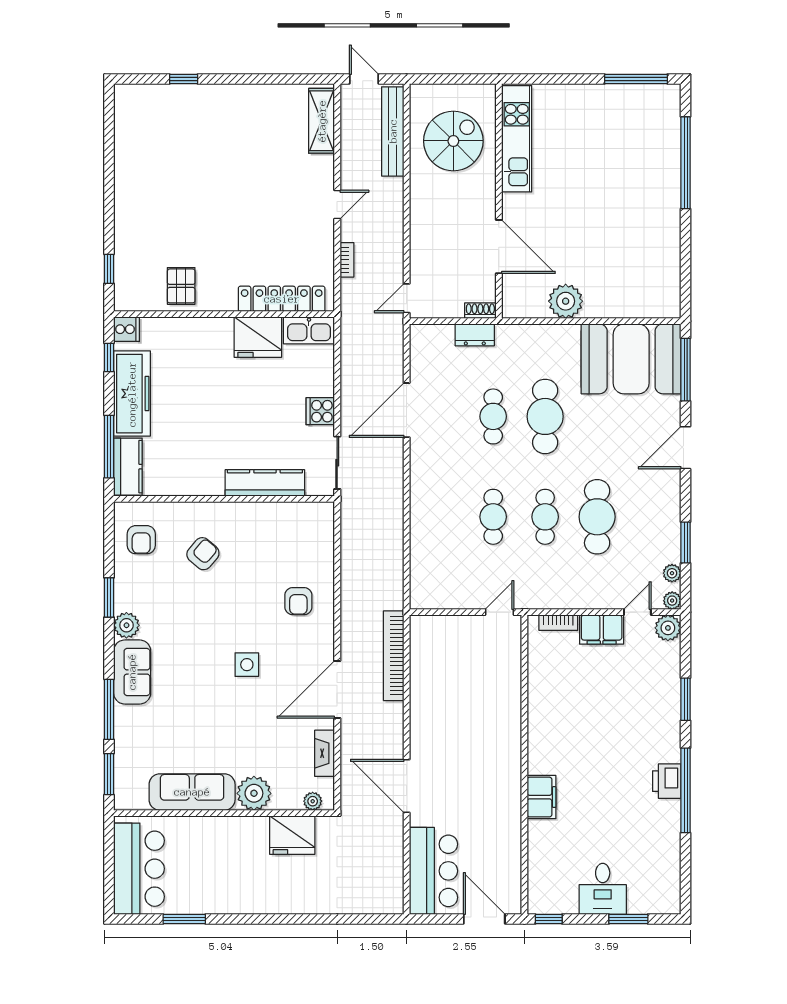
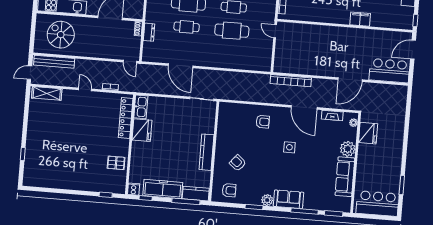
cooker: (320, 411) -> (178, 105), removed
kitchen counter: (265, 483) -> (206, 152), moved
cafe table: (493, 517) -> (232, 31), width x1.37, depth x1.35

